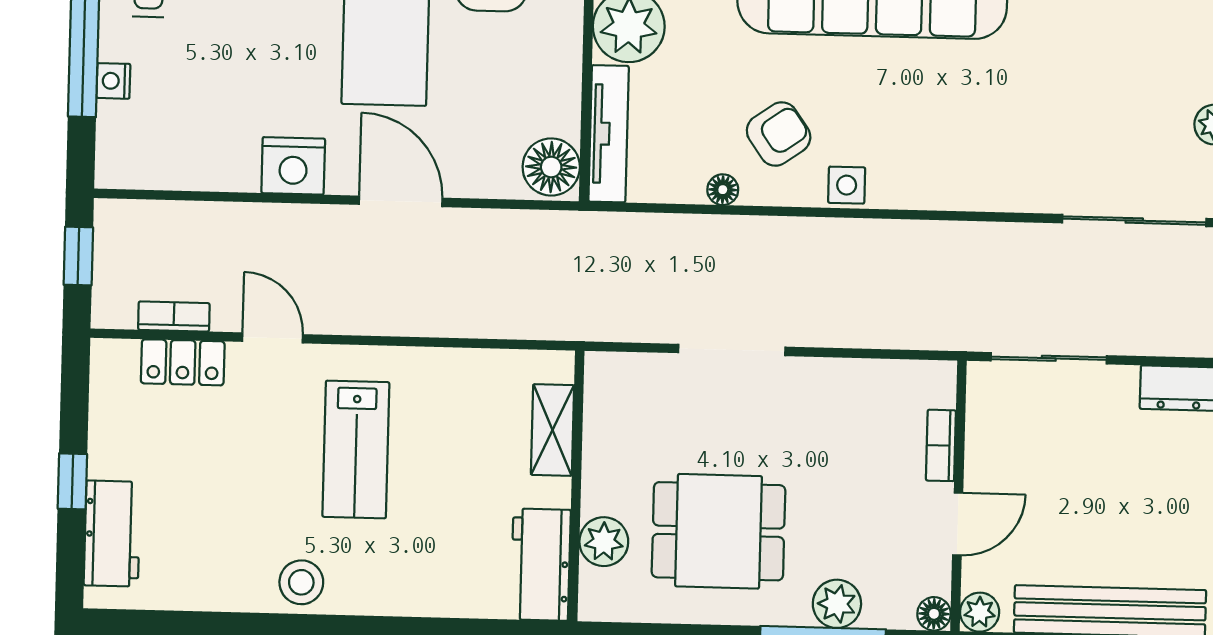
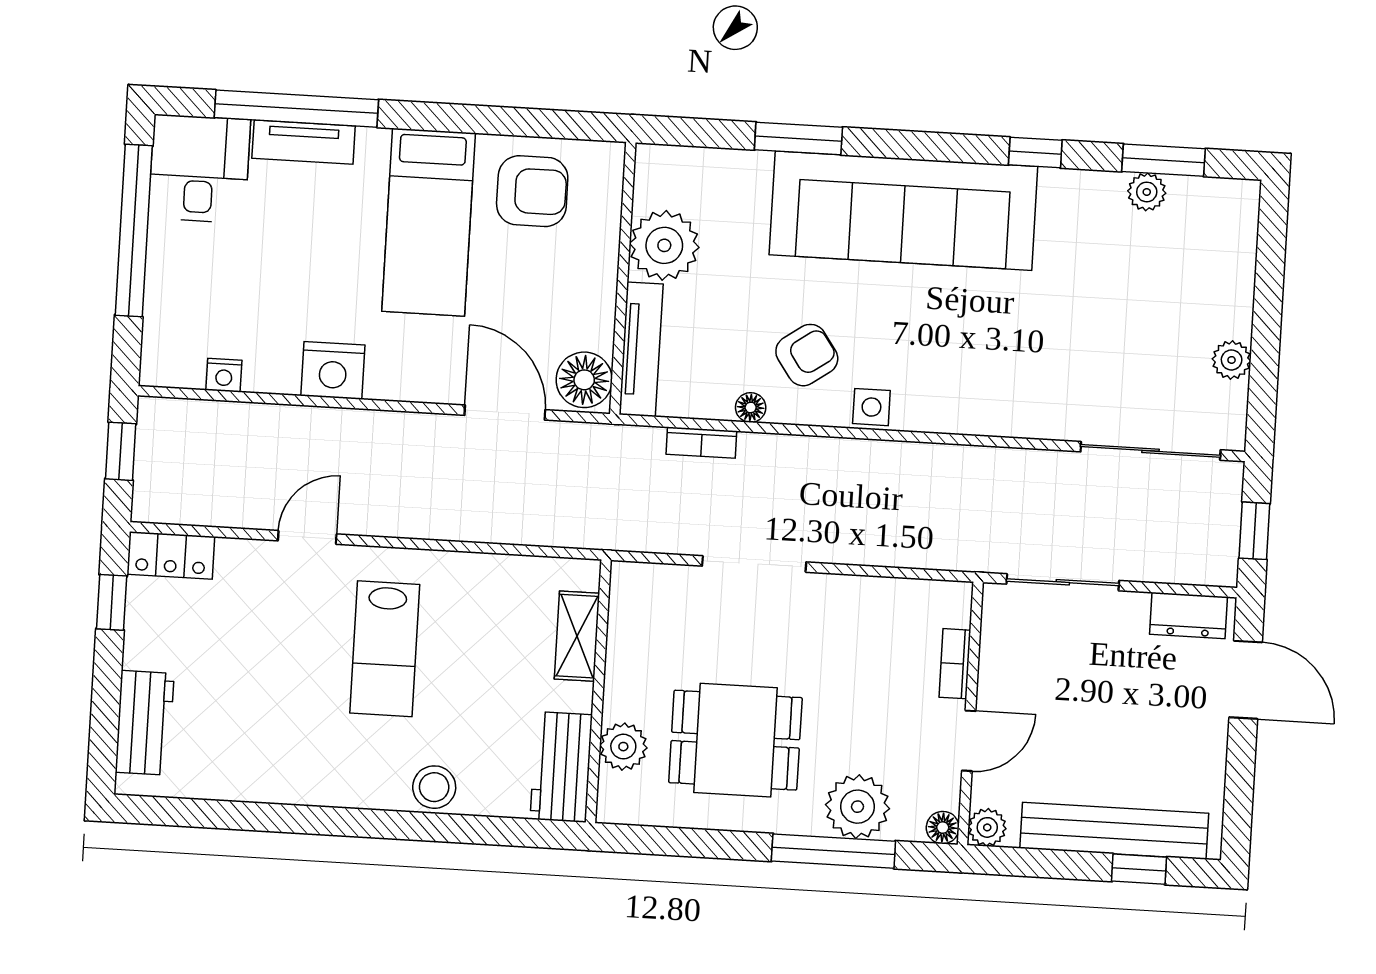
nightstand: (113, 81) -> (224, 375), moved, turned -90
door: (401, 201) -> (505, 413), moved
bookcase: (174, 316) -> (701, 443), moved, turned 180
door: (273, 338) -> (307, 537), hinge flipped
locker: (183, 362) -> (171, 555), moved
window: (72, 481) -> (112, 602), moved
stool: (301, 582) -> (434, 787), moved
plant: (837, 604) -> (857, 807), width x1.36, depth x1.36

